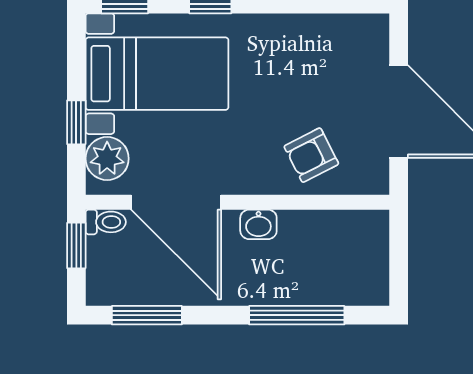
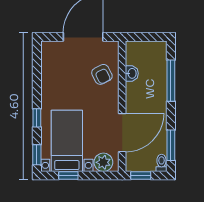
window: (76, 122) -> (68, 176), moved
toilet: (106, 222) -> (161, 163), moved
washbasin: (258, 224) -> (132, 73), moved

